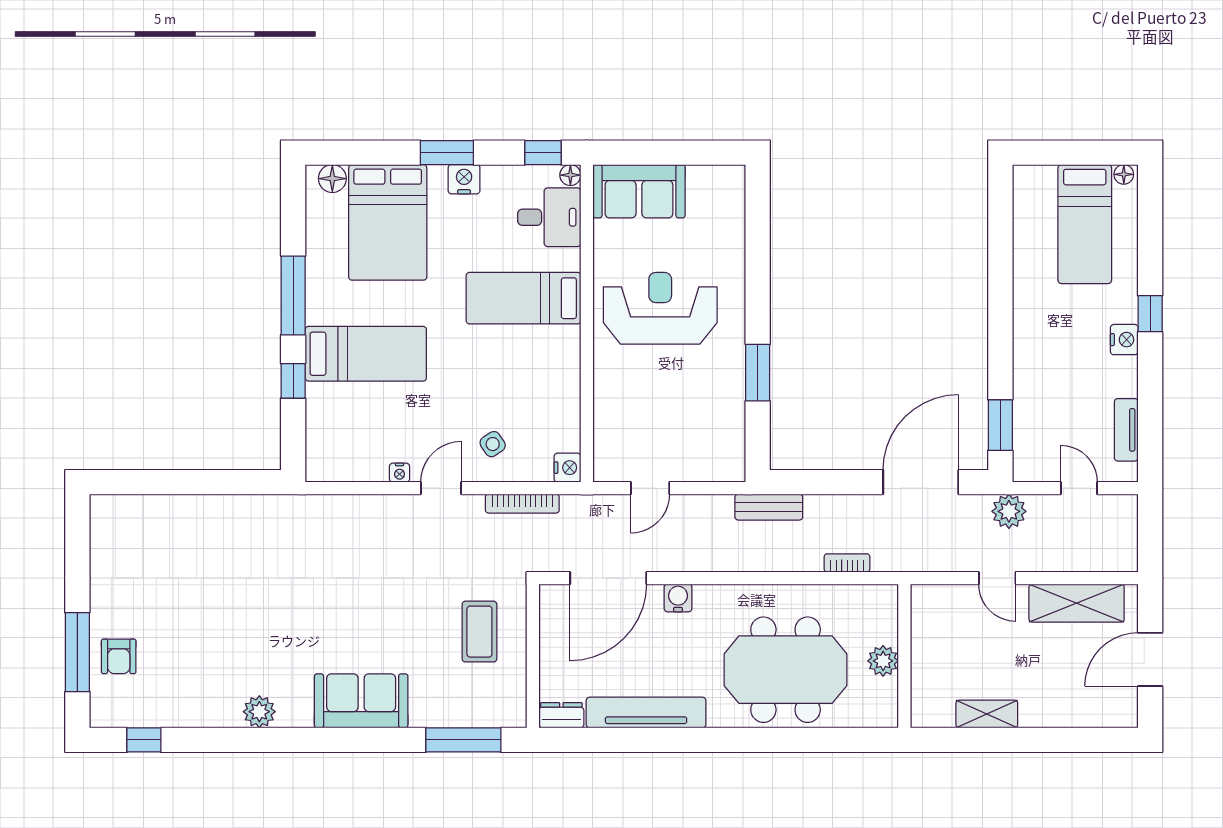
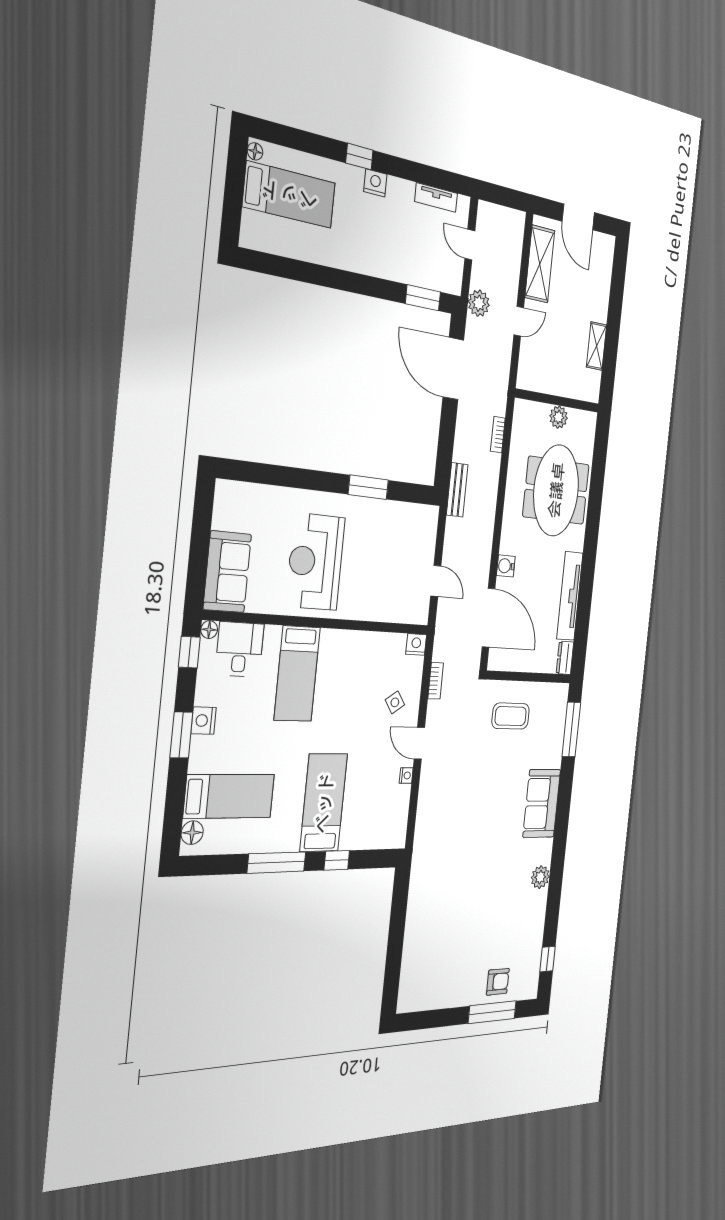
bed: (388, 222) -> (229, 796), width x0.67
door: (1079, 488) -> (470, 245), hinge flipped
bookcase: (522, 504) -> (436, 681), width x0.64

